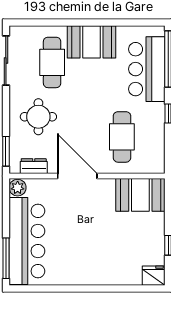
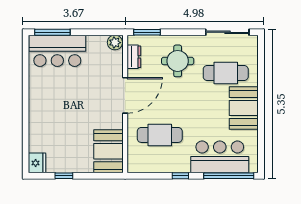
bar counter: (27, 241) -> (57, 51), width x0.73

